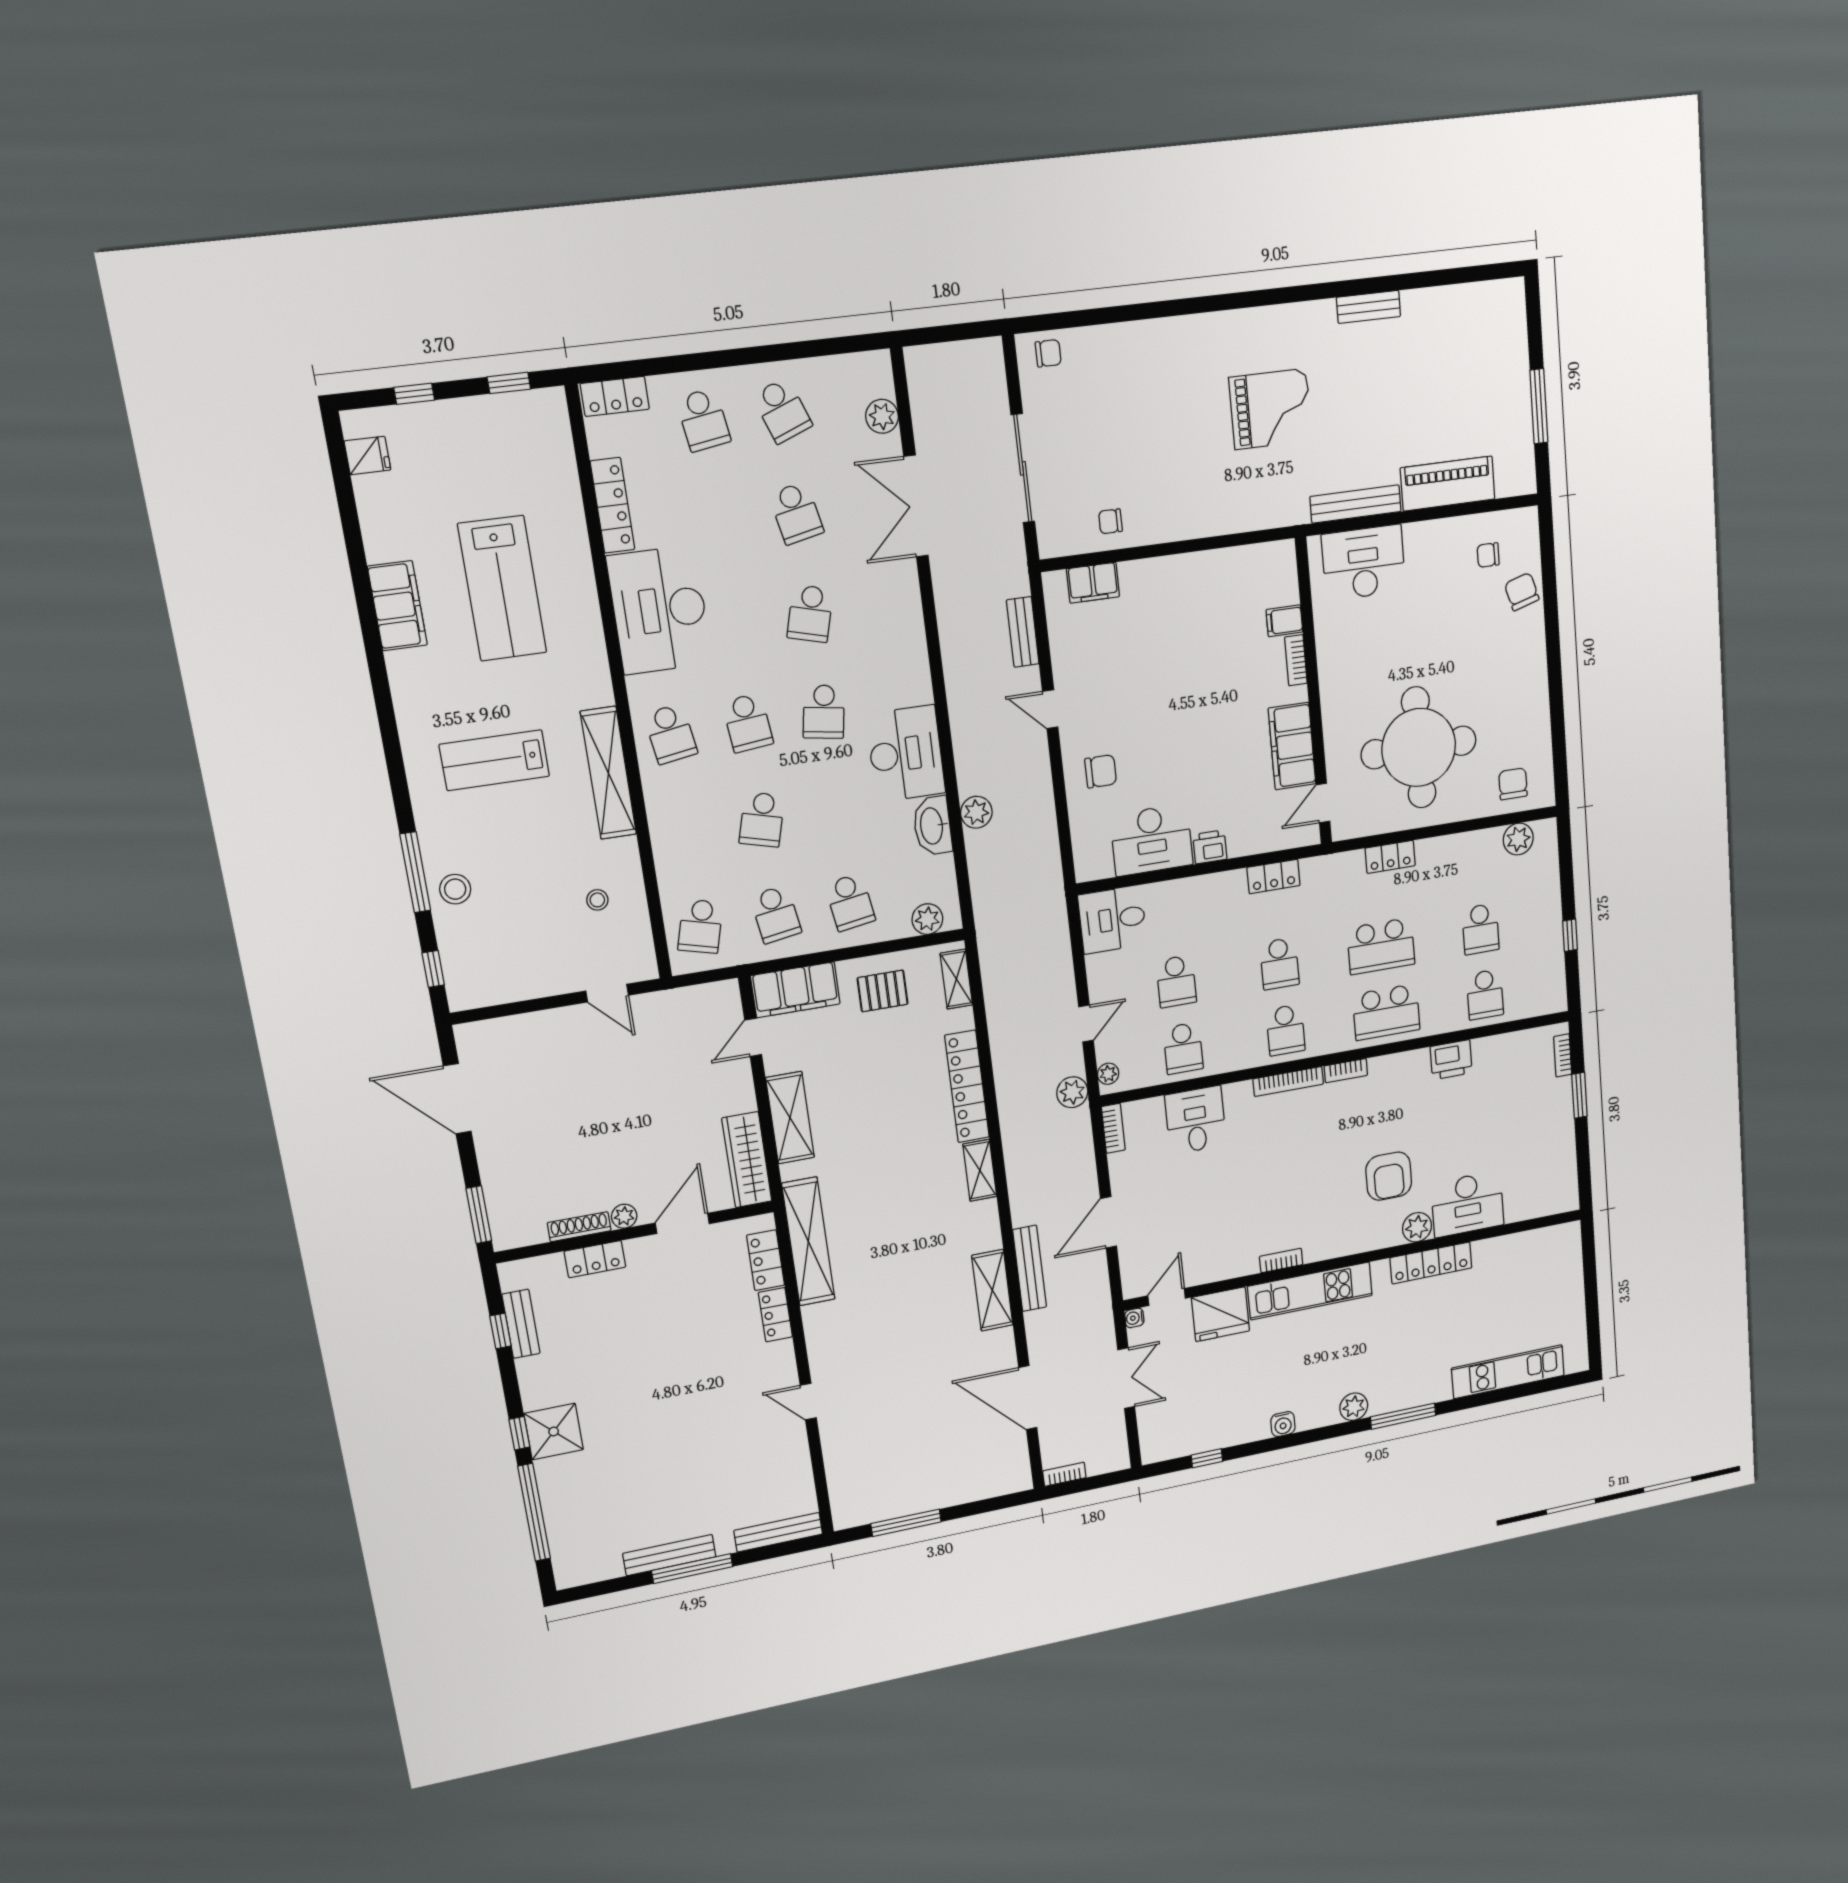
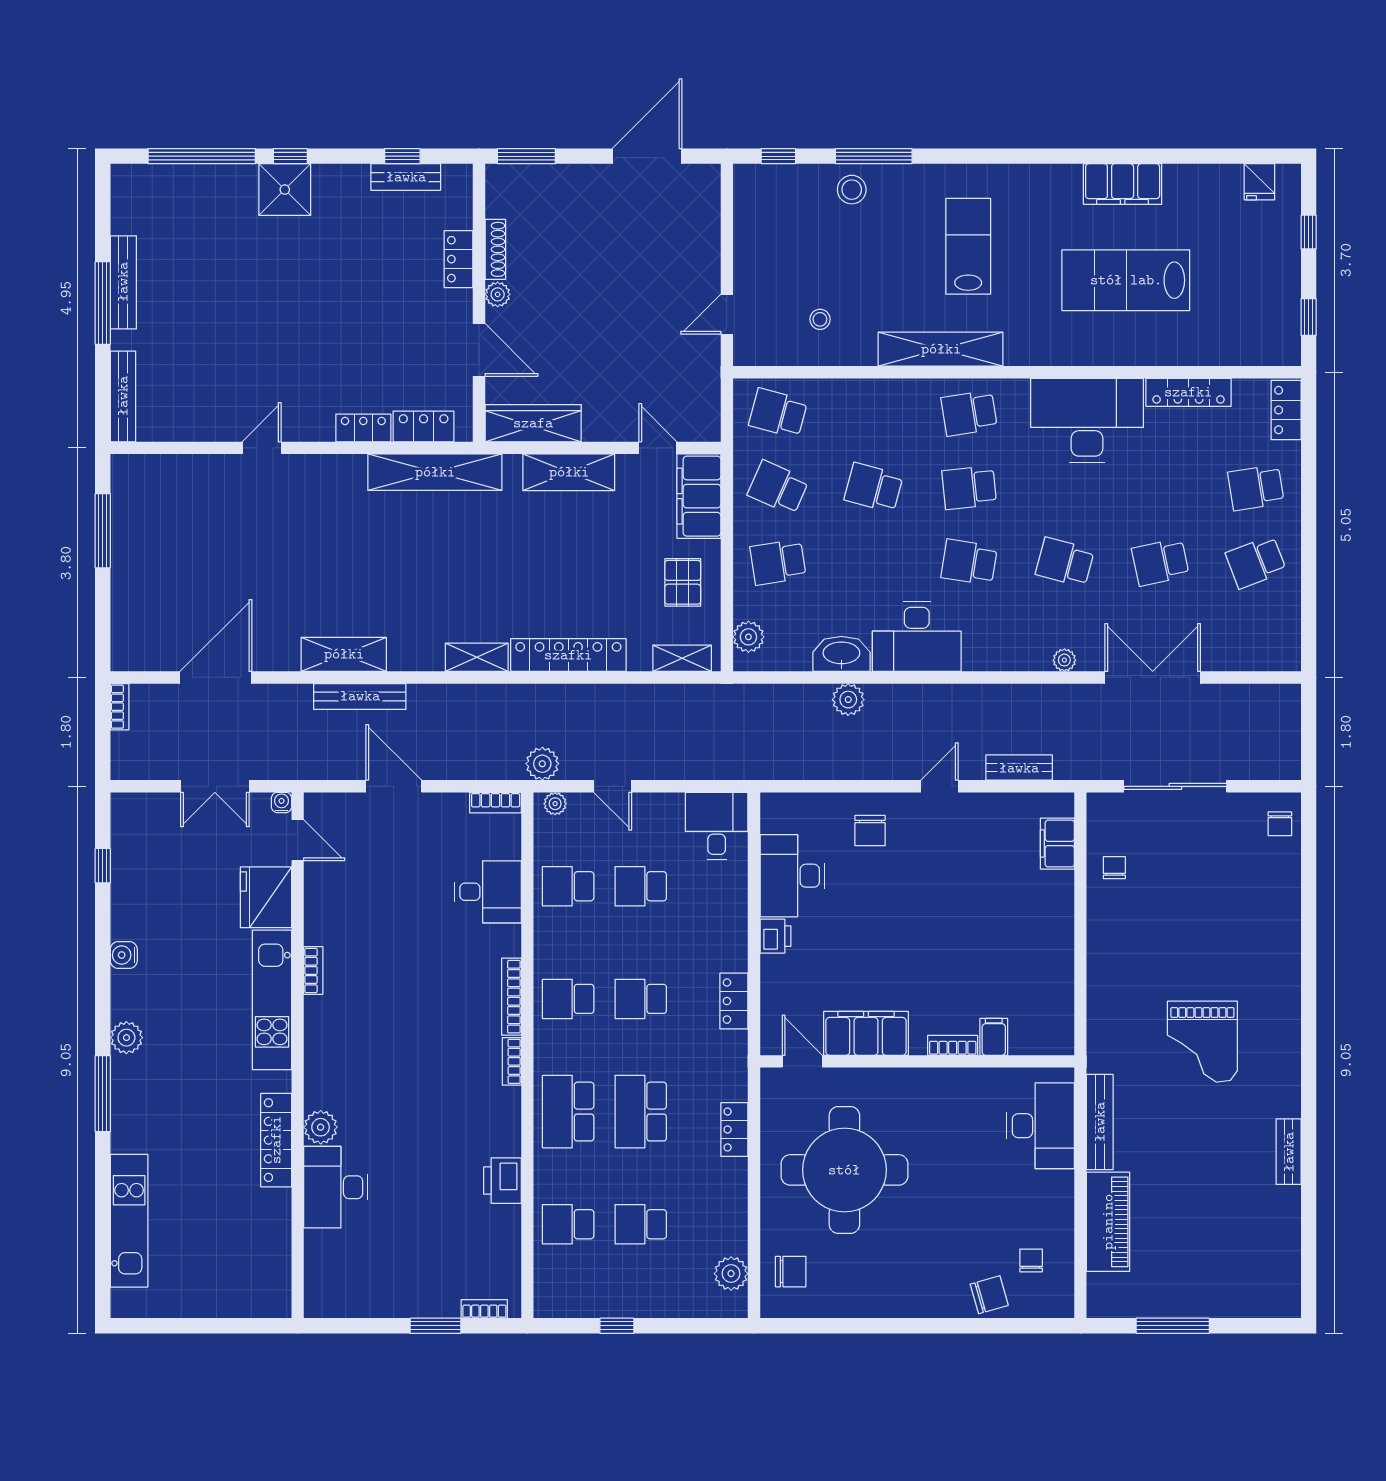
plant: (882, 416) -> (1064, 660), moved, width x0.73, depth x0.73
school desk: (776, 914) -> (778, 488), turned 33
armchair: (1389, 1176) -> (385, 1100), removed

